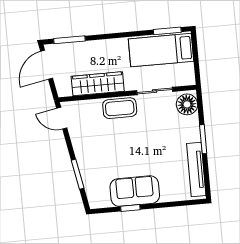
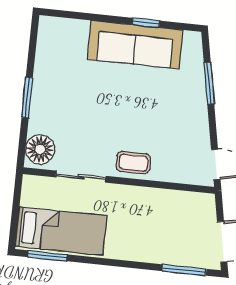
wardrobe: (98, 84) -> (157, 202), removed
coffee table: (120, 108) -> (133, 163), width x0.73, depth x0.77
tv unit: (196, 170) -> (45, 58), removed
sofa: (135, 191) -> (135, 45), width x1.36

